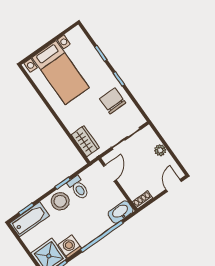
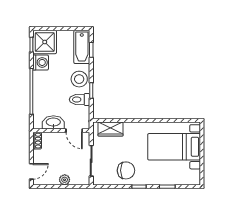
door: (174, 185) -> (31, 171), hinge flipped
washbasin: (121, 212) -> (53, 122), moved, turned -90

